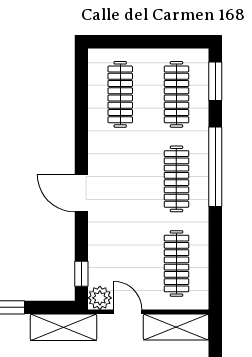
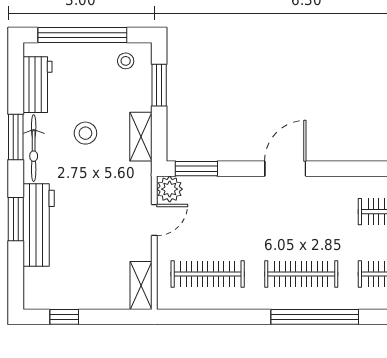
window: (81, 274) -> (196, 169), width x1.50
shelving: (63, 327) -> (141, 137), width x0.67, depth x0.75
shelving: (176, 327) -> (141, 285), width x0.67, depth x0.75

